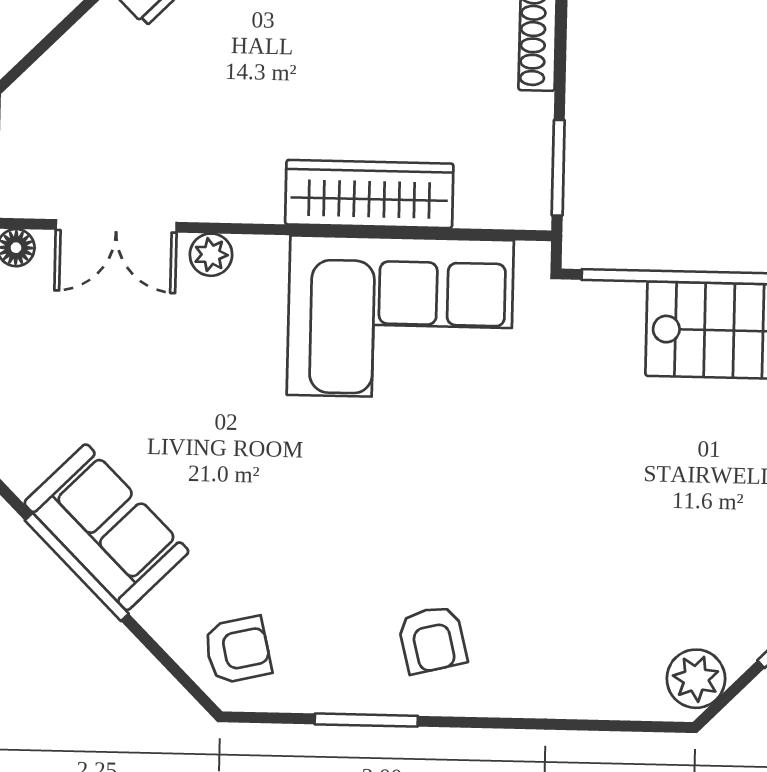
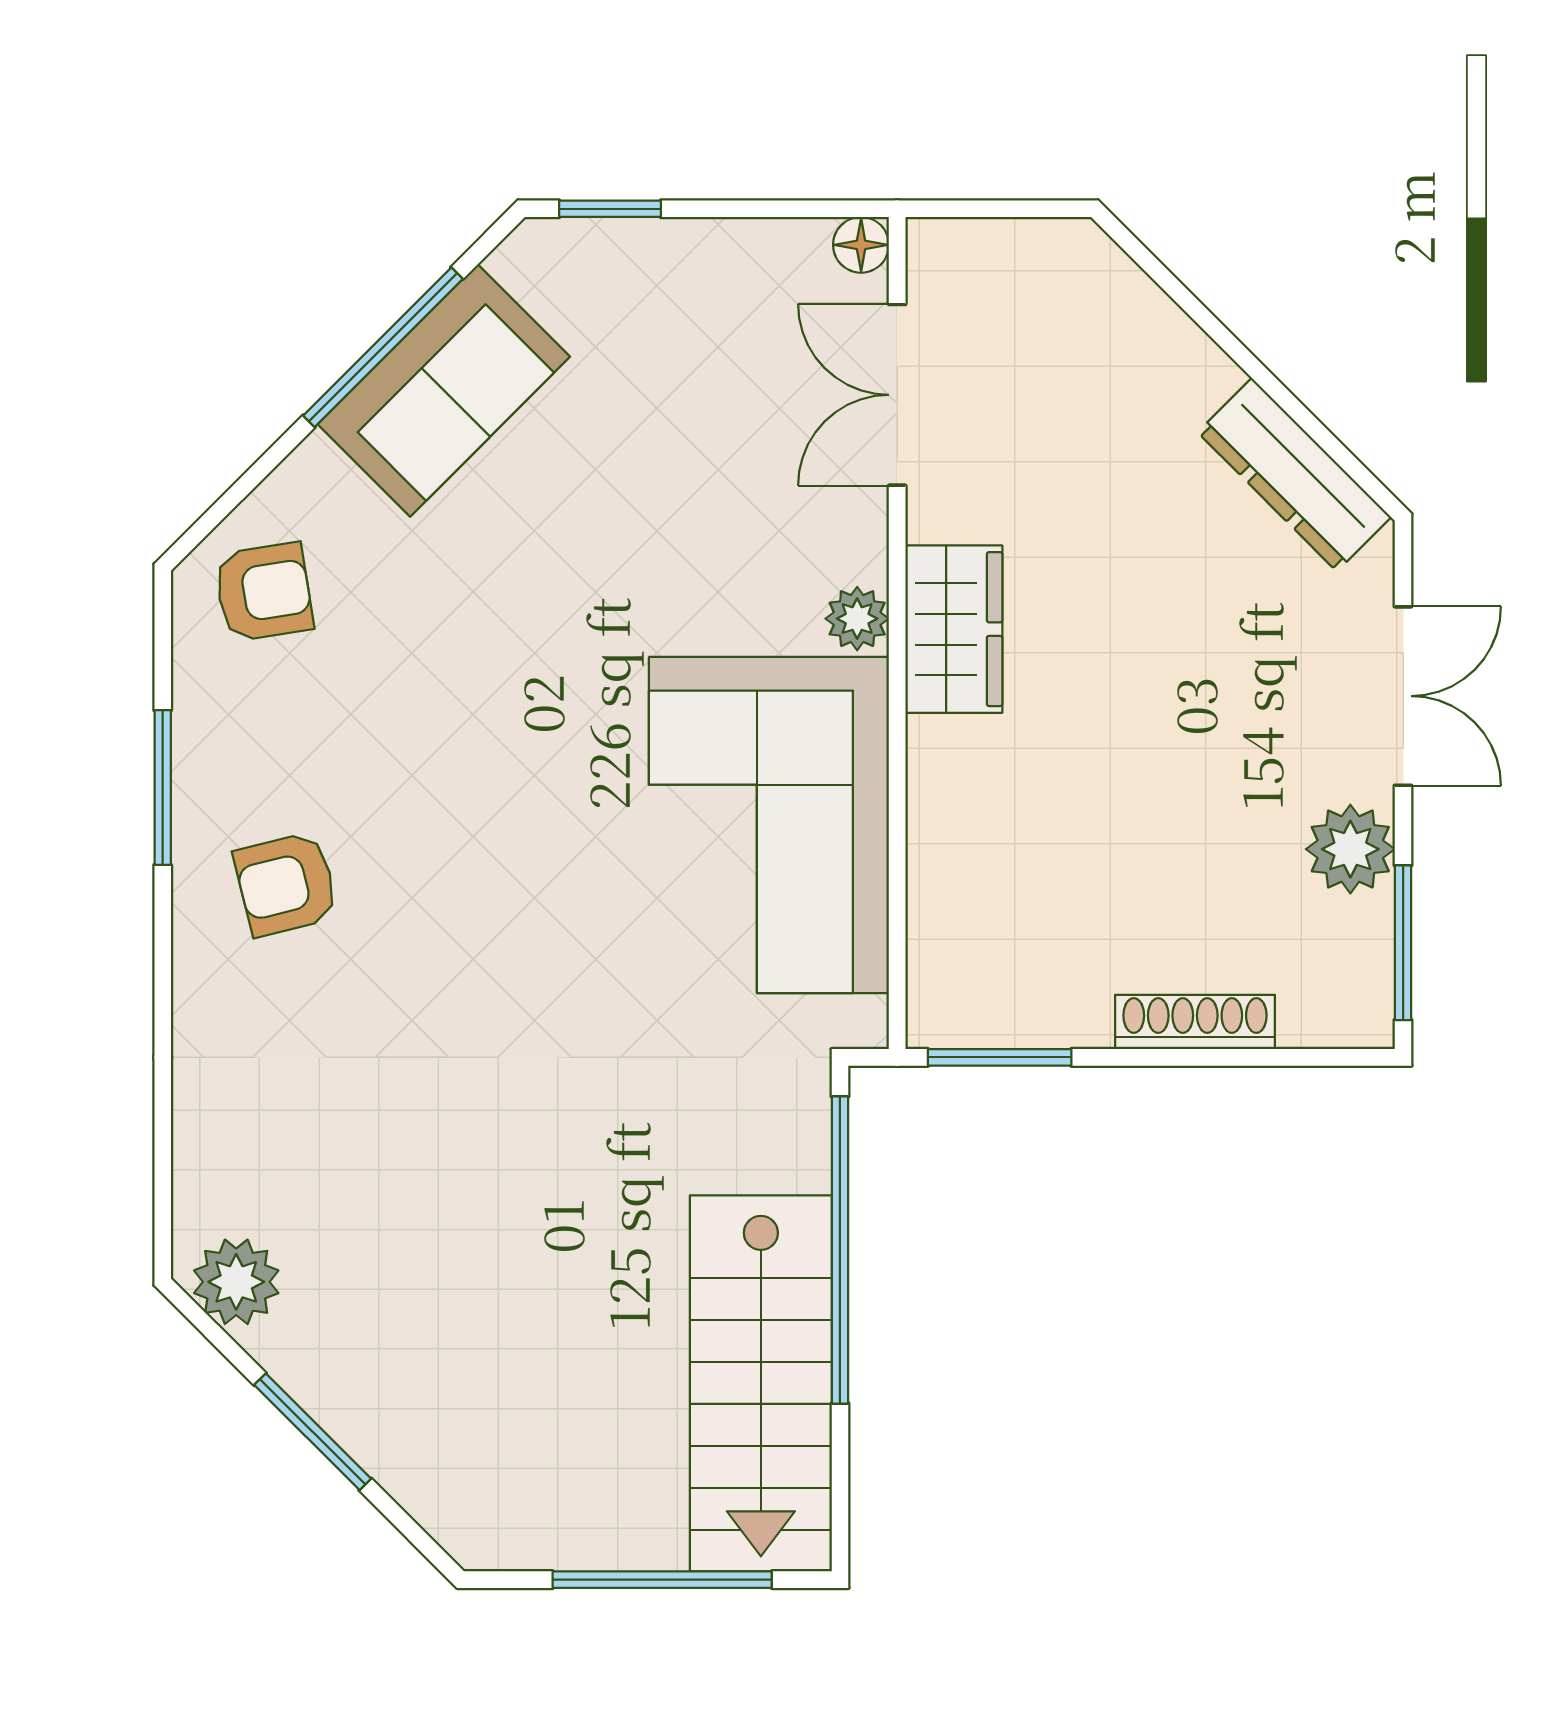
wardrobe: (369, 194) -> (954, 629), moved, width x0.67
plant: (211, 255) -> (857, 619), moved
armchair: (238, 650) -> (264, 592), turned -86

